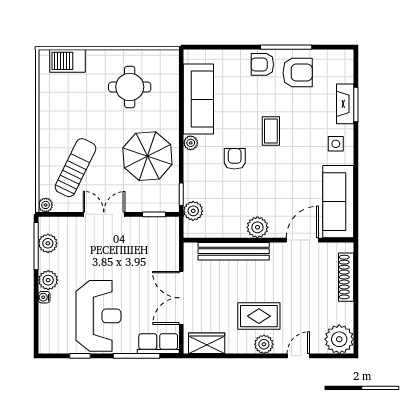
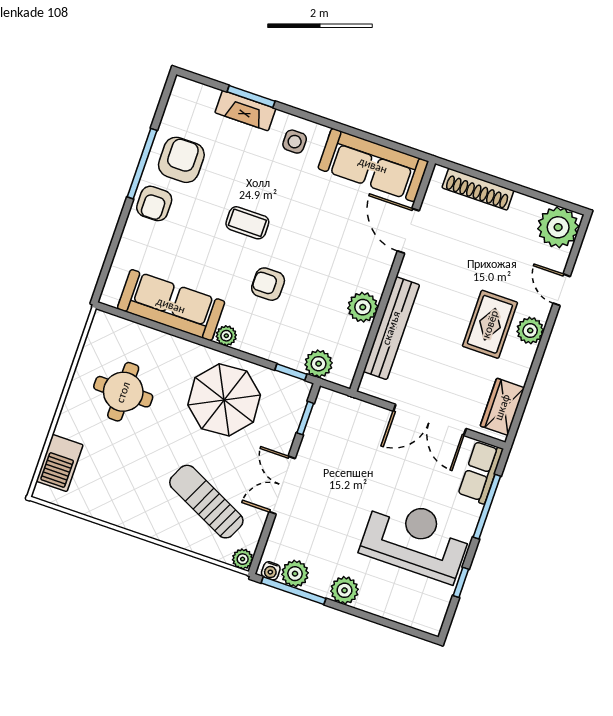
plant: (257, 227) -> (363, 307), moved
water cooler: (44, 297) -> (271, 571), moved

